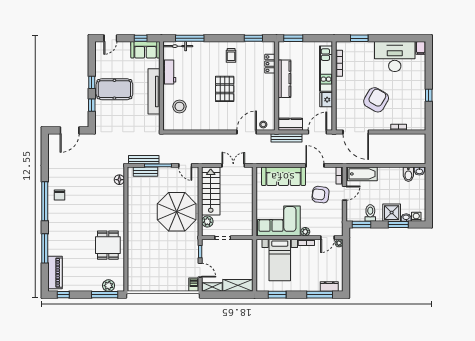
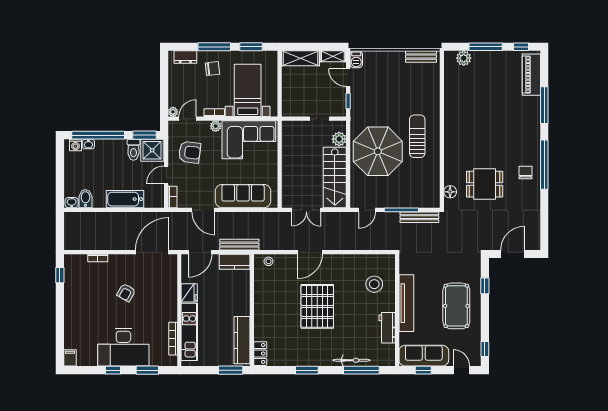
door: (110, 38) -> (461, 370), hinge flipped
window: (253, 38) -> (307, 370), moved
window: (387, 38) -> (113, 370), added
bicycle: (178, 46) -> (351, 360), moved
sofa: (145, 50) -> (424, 356), width x1.36
trolley: (231, 55) -> (309, 349), removed
desk: (395, 57) -> (123, 347), moved
locker: (270, 64) -> (260, 354), moved
kitchen counter: (284, 79) -> (242, 340), moved
window: (92, 82) -> (485, 349), moved
pool table: (114, 89) -> (456, 306), turned 90
pallet: (225, 89) -> (317, 306), width x1.37, depth x1.41
window: (429, 95) -> (60, 275), moved
armchair: (376, 100) -> (126, 293), width x0.53, depth x0.53
door: (247, 132) -> (310, 252), moved
door: (356, 132) -> (152, 252), hinge flipped
door: (185, 165) -> (367, 210), swing flipped
bench: (146, 172) -> (421, 57), moved
bathtub: (362, 174) -> (125, 199), moved
armchair: (321, 195) -> (190, 152), moved
shower: (392, 213) -> (152, 150), moved
sun lounger: (145, 224) -> (417, 136), added
window: (398, 225) -> (98, 135), width x2.11
dining table: (108, 245) -> (485, 184), moved, turned 90
chair: (308, 277) -> (212, 69), added
window: (105, 295) -> (486, 47), moved
window: (320, 295) -> (214, 47), moved

